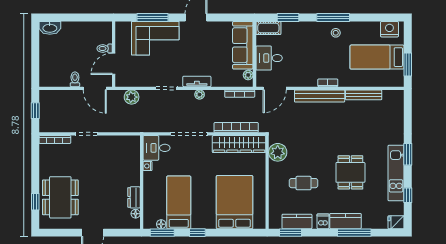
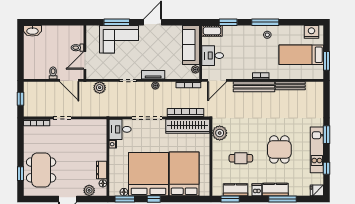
bed: (179, 202) -> (149, 174), width x2.04
plant: (119, 222) -> (89, 190), added

